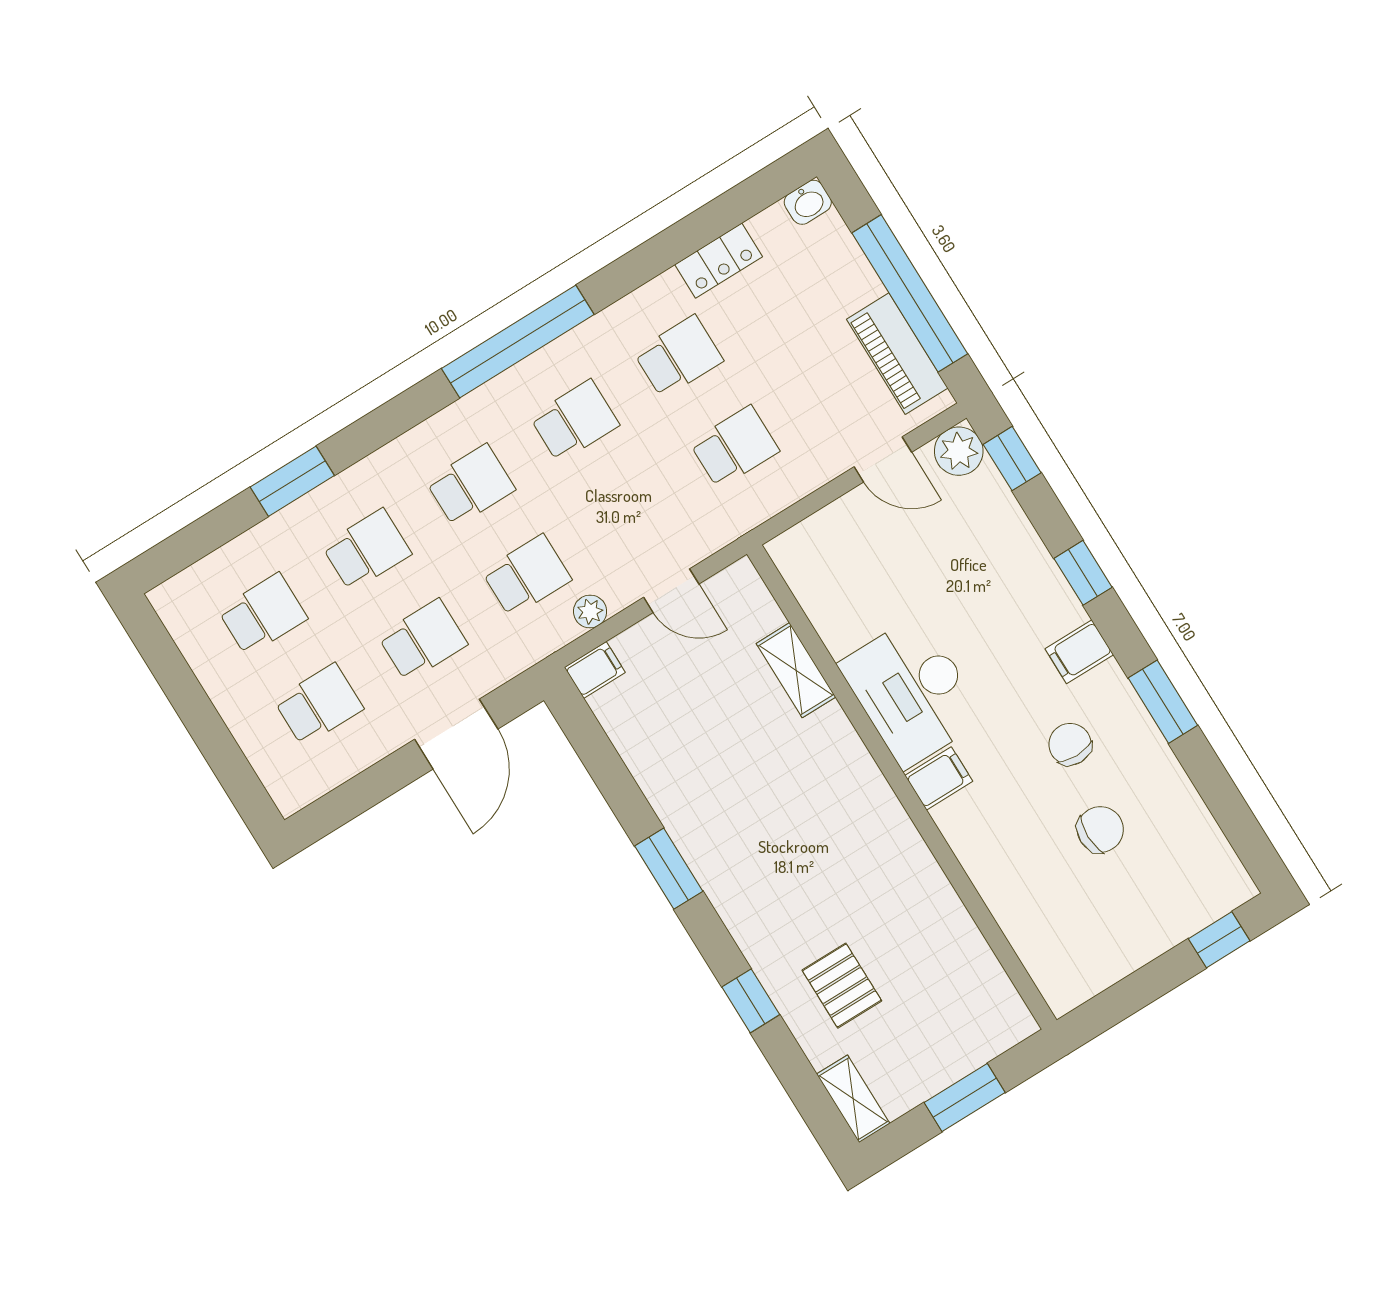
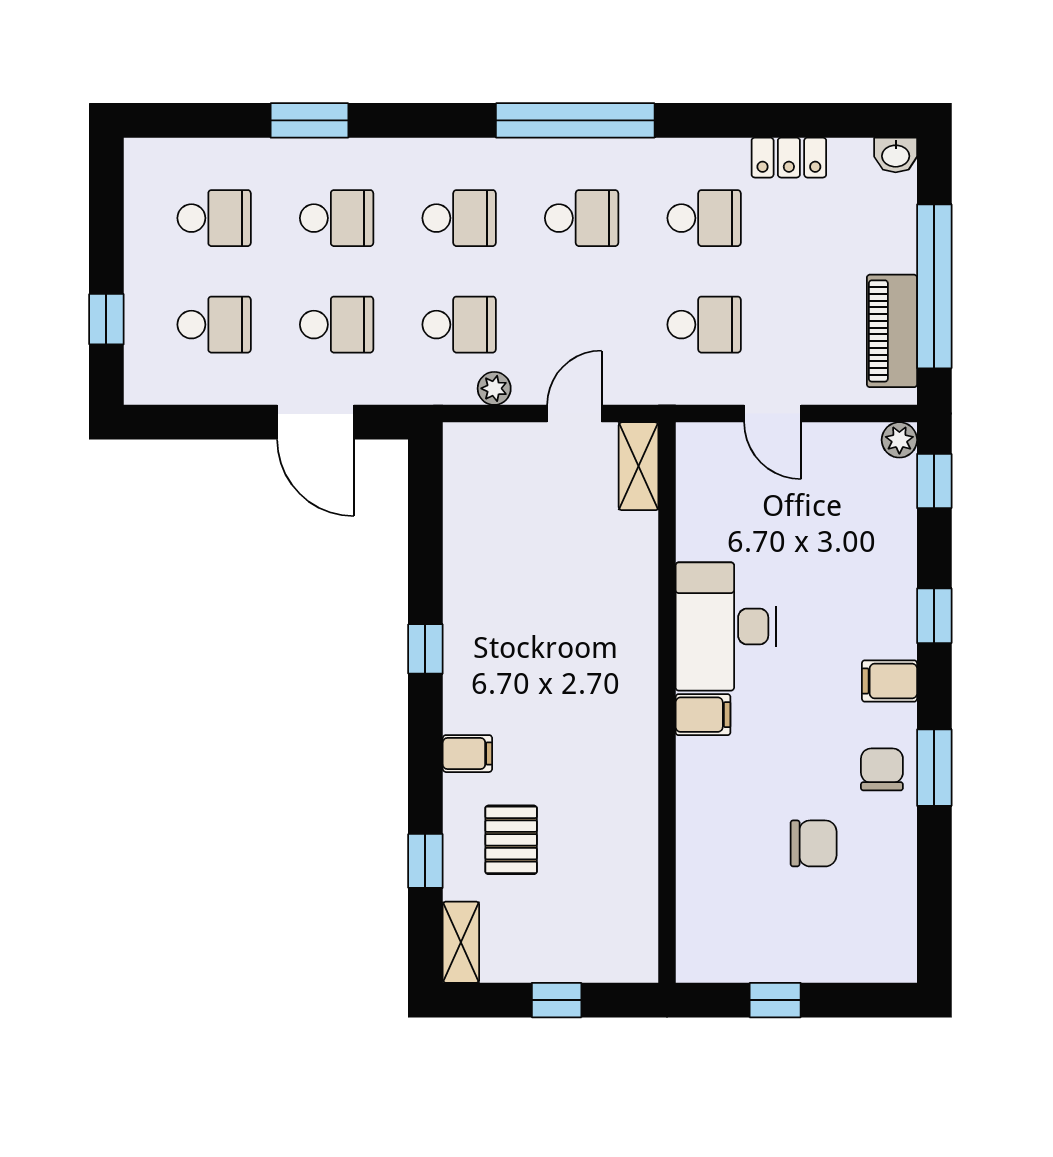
plant: (959, 451) -> (899, 440), width x0.73, depth x0.73
door: (883, 459) -> (773, 414), moved
door: (671, 591) -> (574, 414), swing flipped
filing cabinet: (595, 670) -> (467, 754), moved
shelving: (796, 670) -> (639, 466), moved
door: (456, 734) -> (315, 422), hinge flipped
chair: (1070, 744) -> (882, 769), moved
window: (225, 757) -> (106, 319), added
window: (669, 869) -> (425, 649), width x0.67
window: (1219, 940) -> (775, 1000), moved
window: (751, 1001) -> (425, 861), moved
window: (965, 1098) -> (557, 1000), width x0.67

